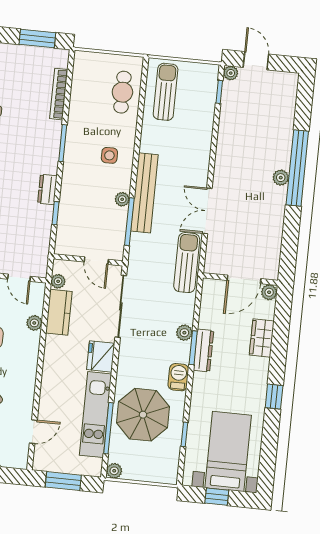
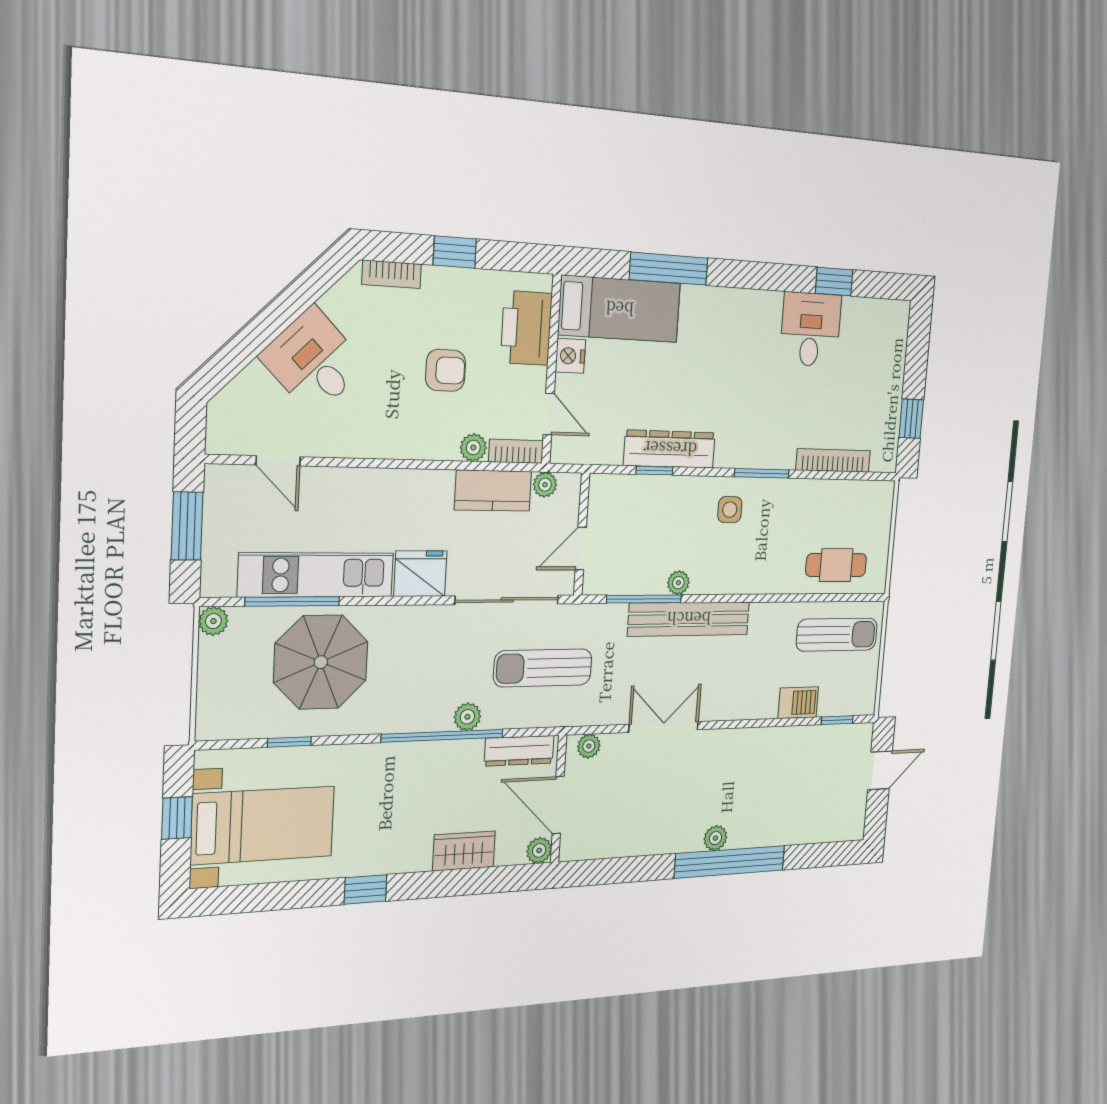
window: (37, 38) -> (911, 419), width x0.67
plant: (231, 73) -> (589, 746), moved
side table: (109, 155) -> (730, 510), moved
dresser: (47, 189) -> (670, 449), width x1.96, depth x1.24
sun lounger: (187, 263) -> (543, 668), moved, turned 180
door: (19, 278) -> (549, 414), swing flipped
bookcase: (38, 298) -> (516, 451), added
window: (193, 348) -> (443, 736), width x2.11
dresser: (203, 350) -> (519, 751), moved
barbecue: (178, 377) -> (798, 703), moved

